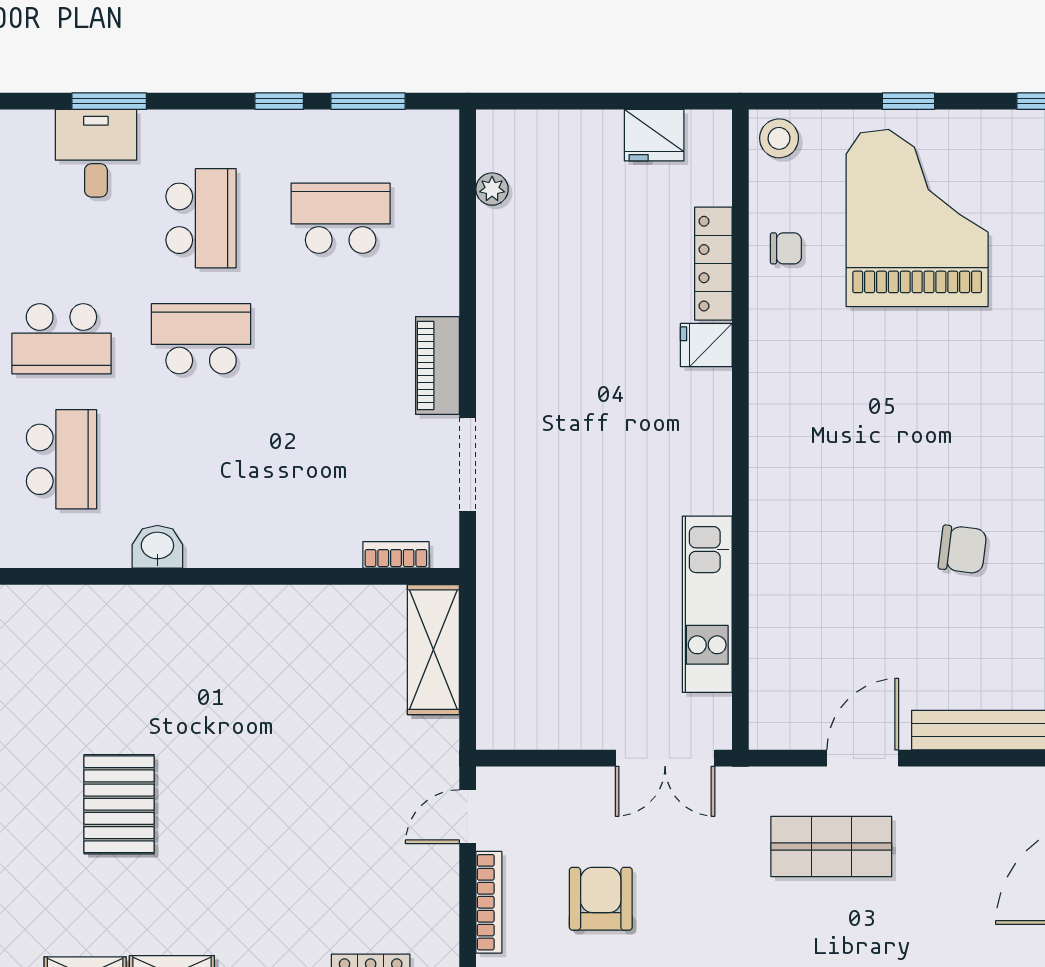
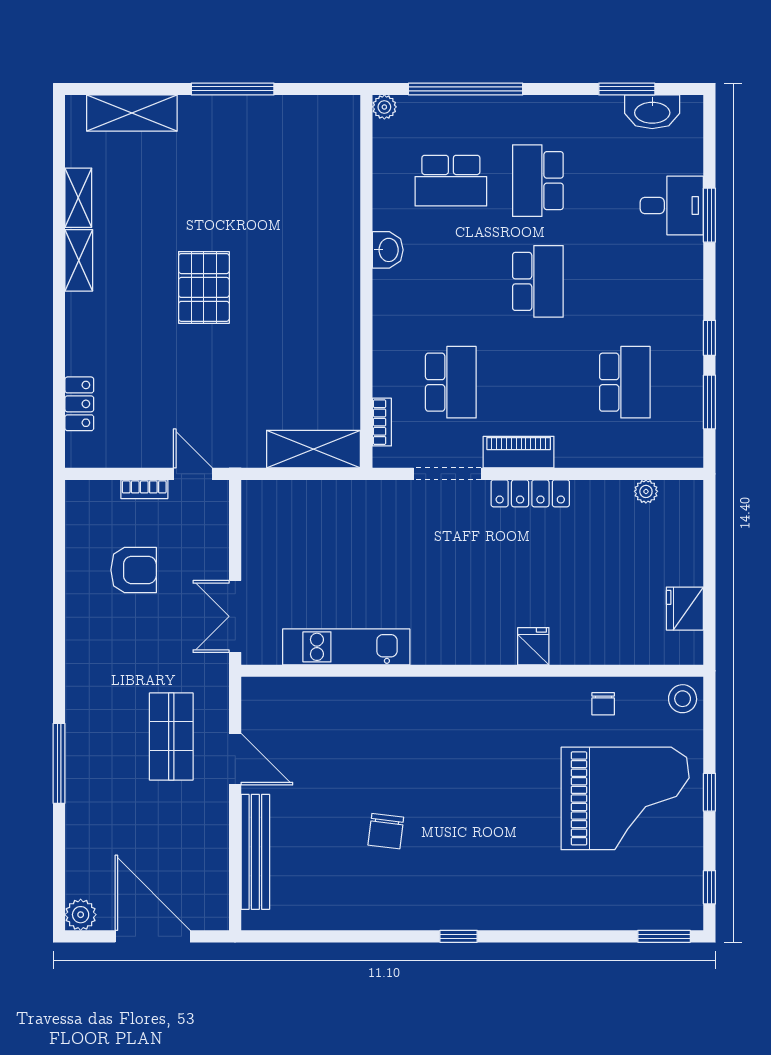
school desk: (201, 218) -> (451, 382), moved, turned -90
locker: (713, 264) -> (530, 493), moved, turned 180
pallet: (119, 804) -> (204, 287), moved, turned 90
bookcase: (489, 902) -> (144, 489), width x0.64

